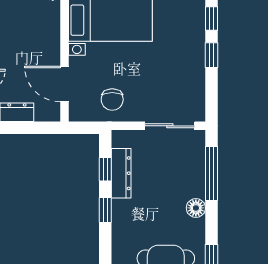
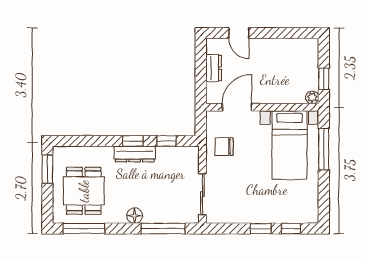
dresser: (121, 173) -> (135, 154), moved

